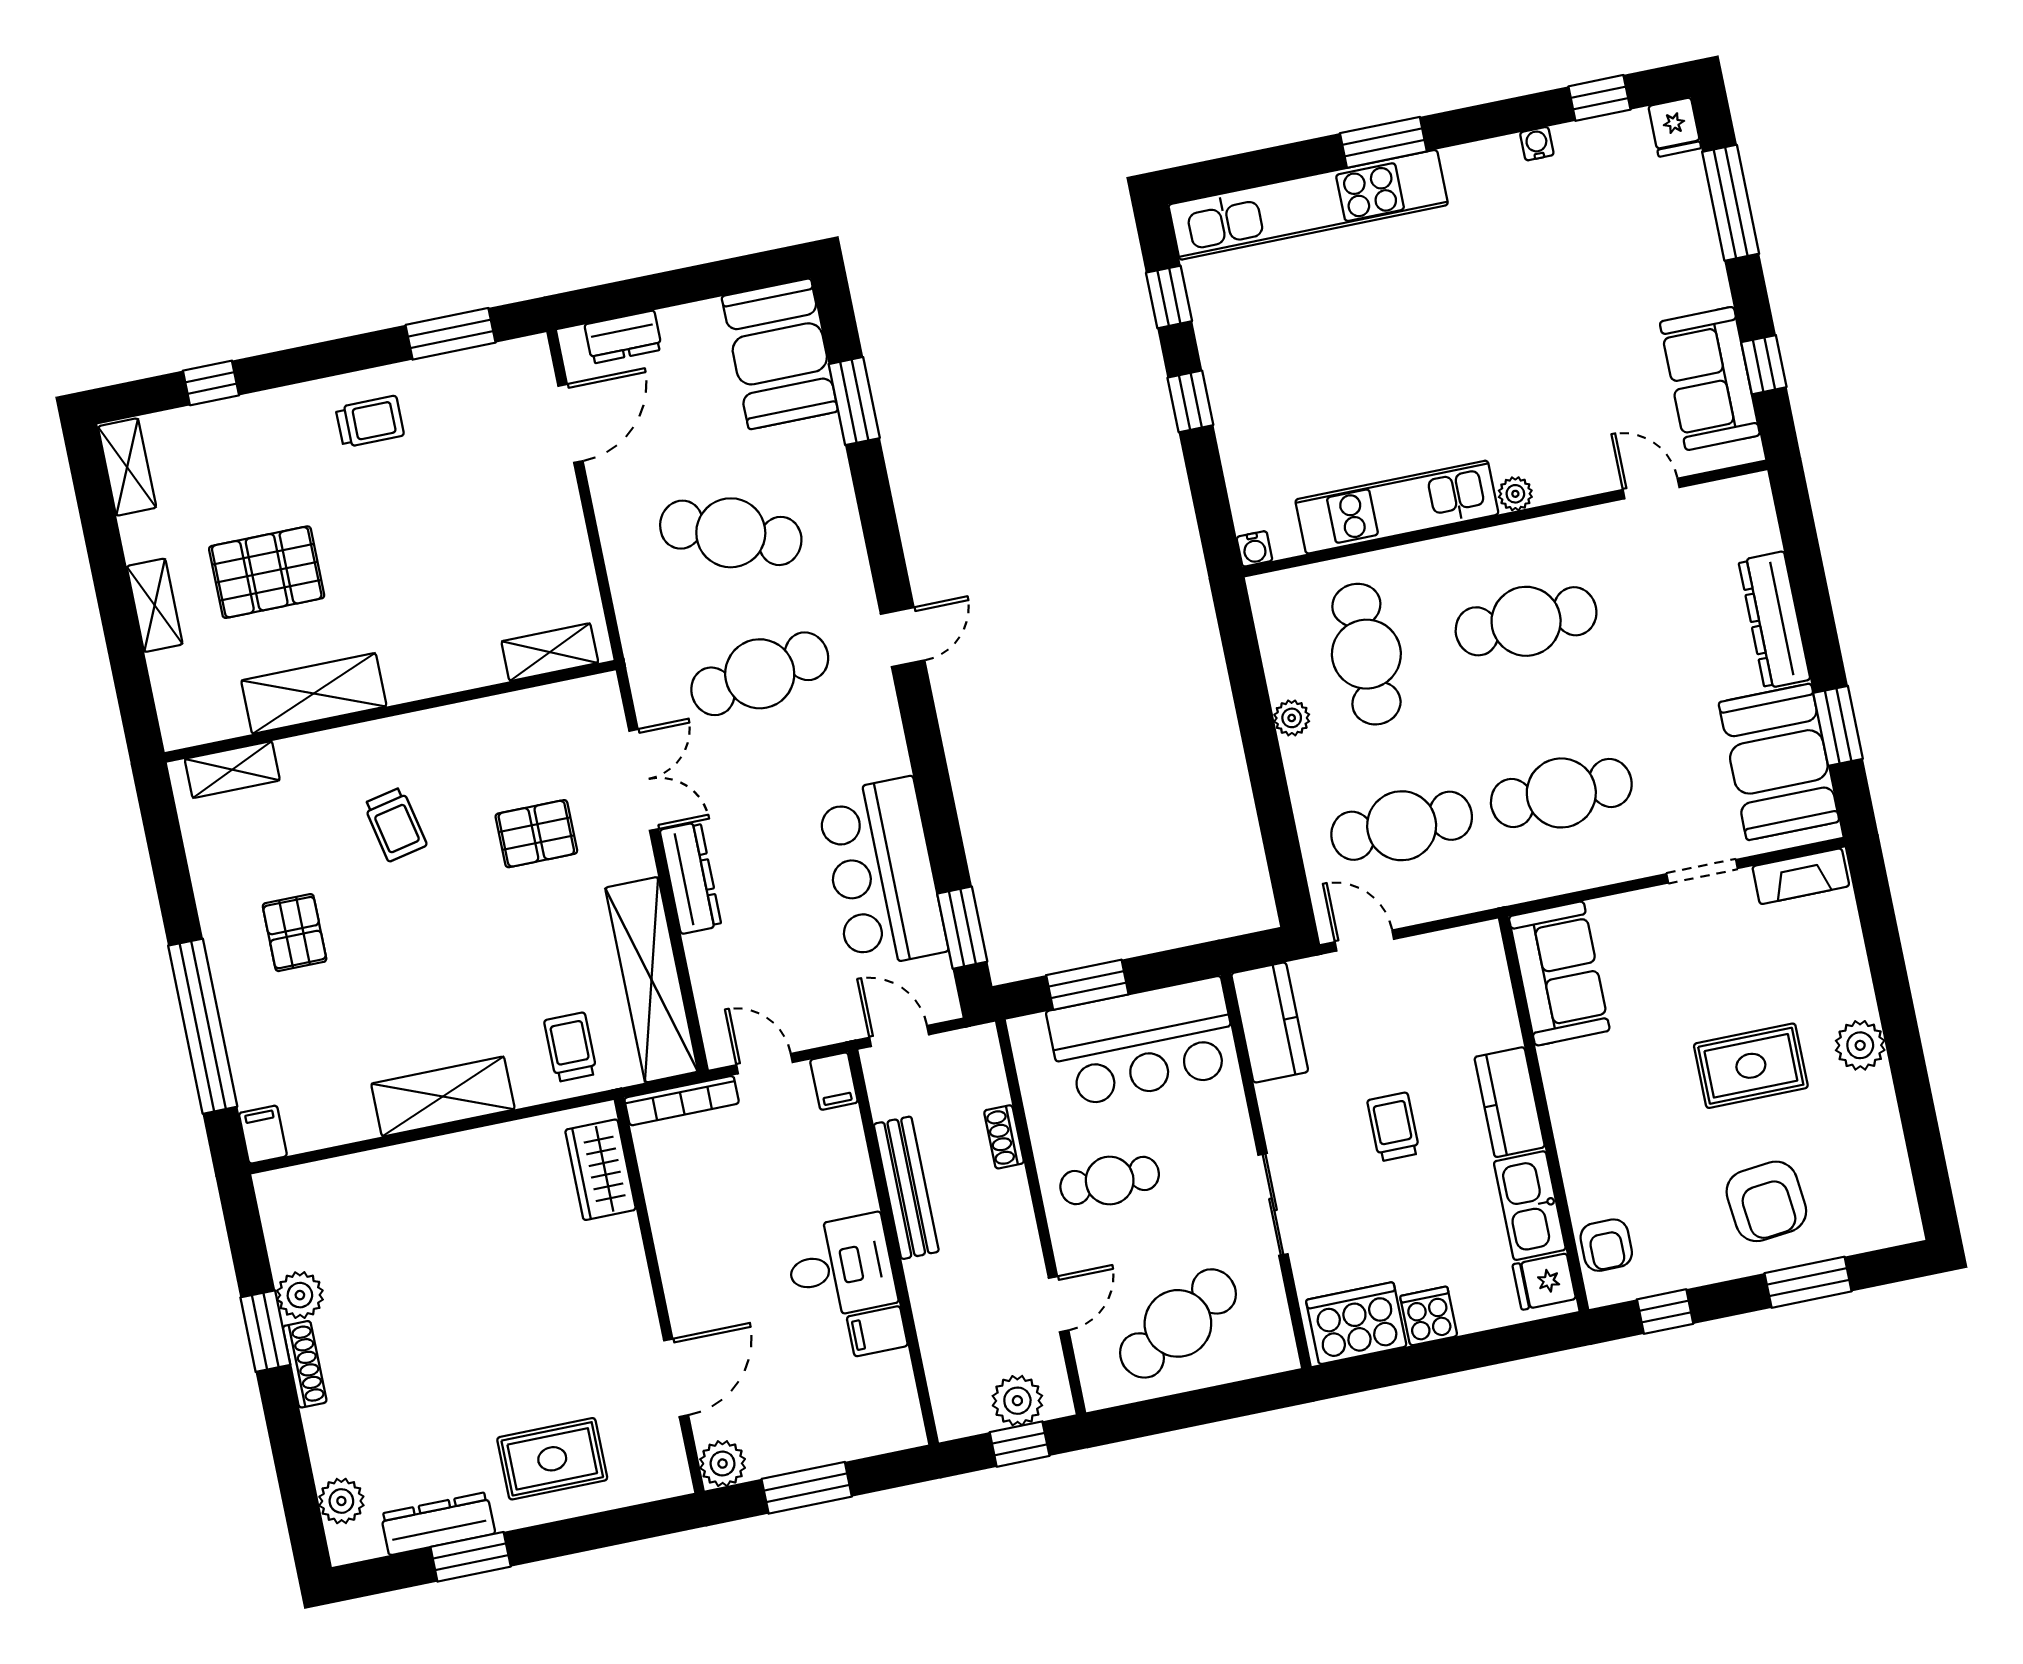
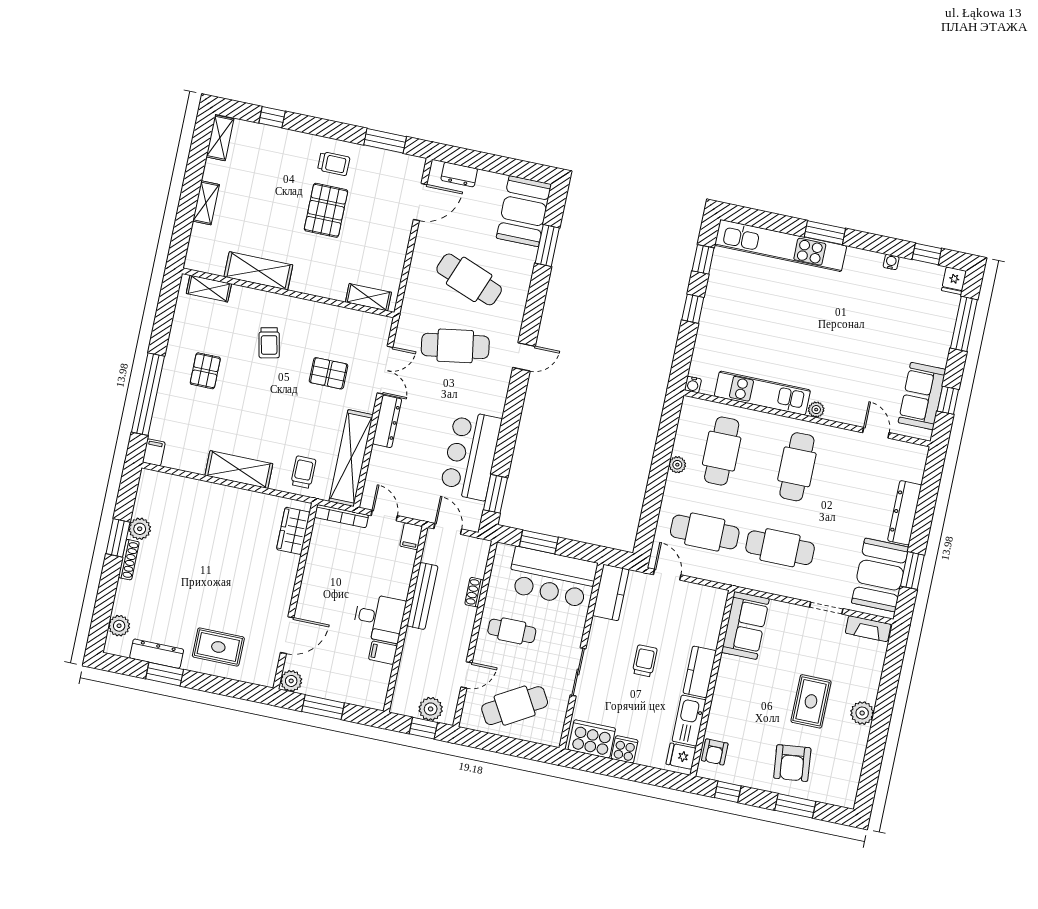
pallet: (267, 572) -> (326, 210), moved, turned 90
cafe table: (1526, 621) -> (797, 467), turned 90
rug: (1751, 1066) -> (811, 701), turned 90

